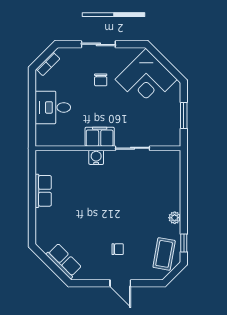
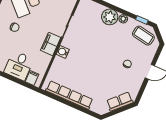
filing cabinet: (44, 132) -> (32, 78), added
row of seats: (43, 191) -> (69, 95), width x2.02
plant: (169, 199) -> (110, 17), added

